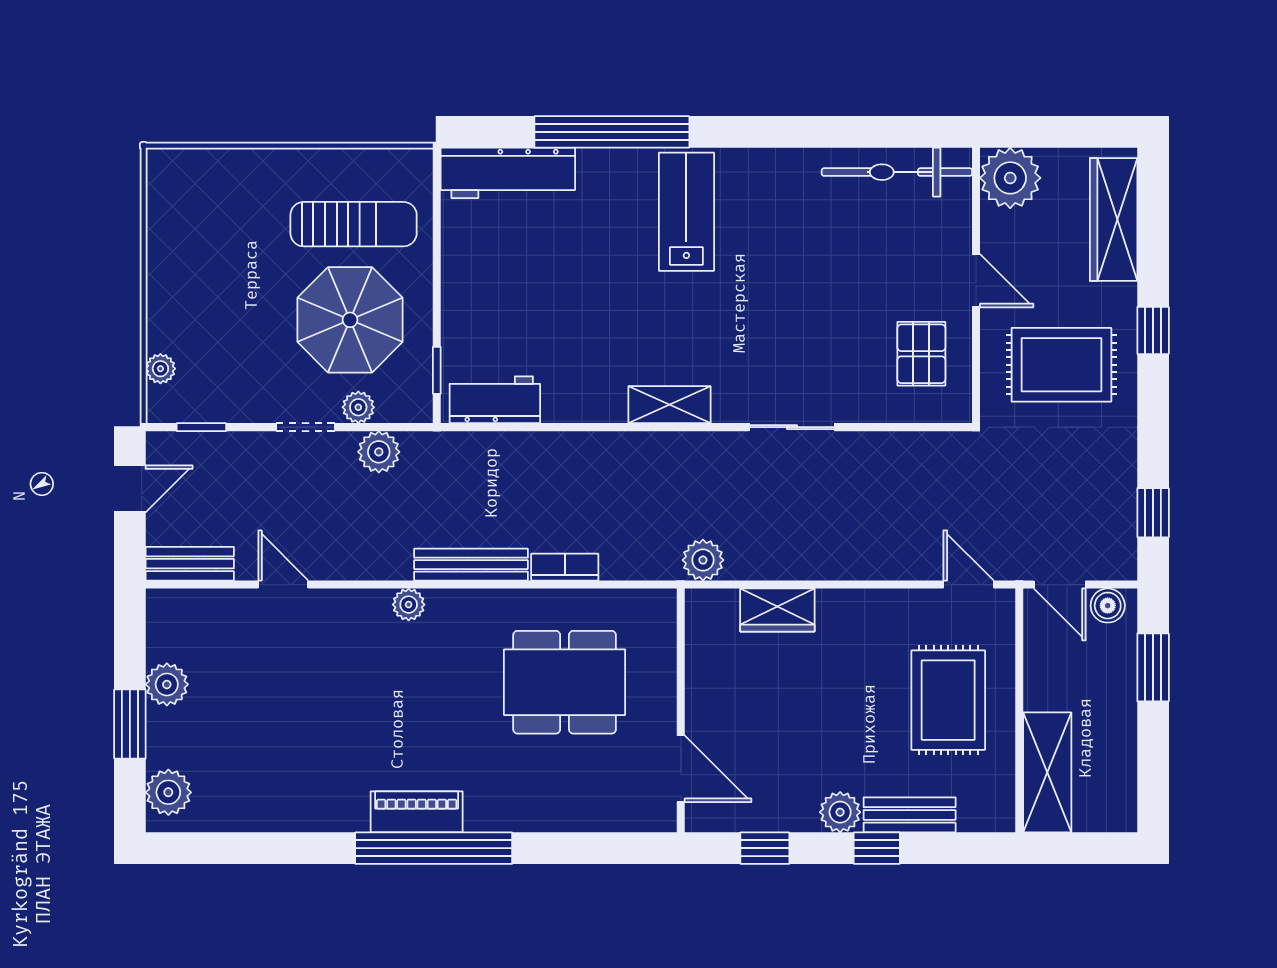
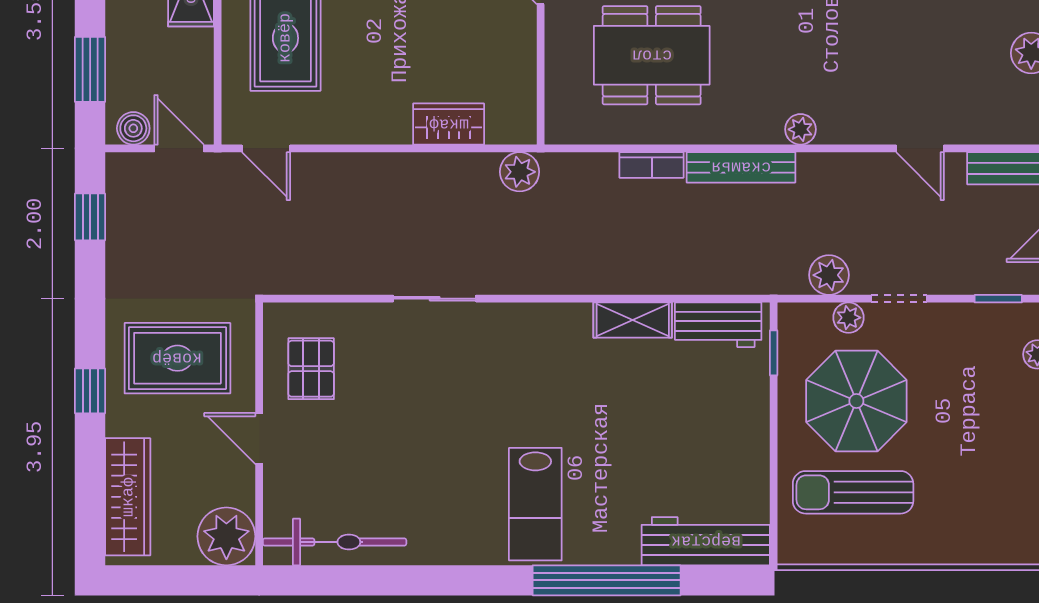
shelving: (670, 405) -> (633, 320), moved

